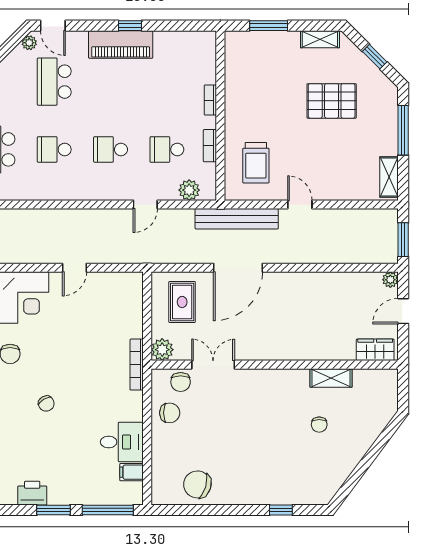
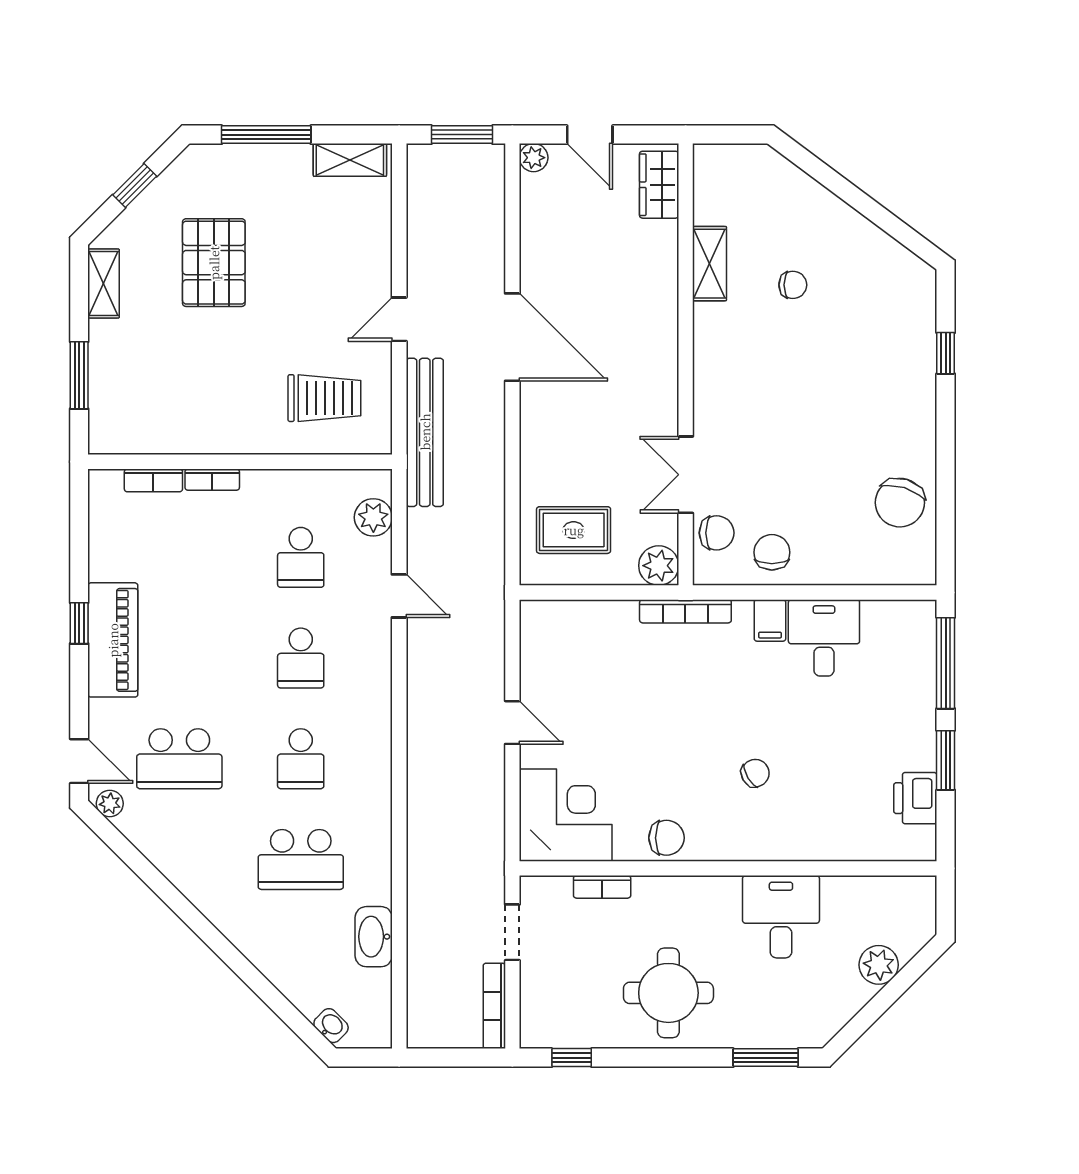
door: (53, 26) -> (79, 761), hinge flipped
bookcase: (210, 146) -> (153, 480), moved
door: (238, 268) -> (512, 337), moved
filing cabinet: (132, 472) -> (770, 620), moved

